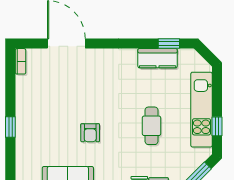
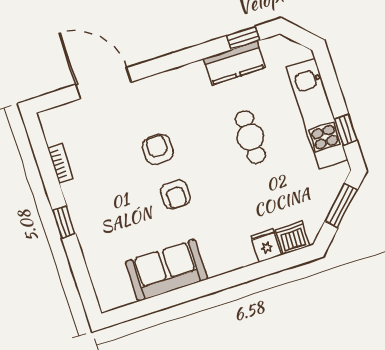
bookcase: (21, 61) -> (60, 163), moved
armchair: (88, 99) -> (158, 149), added
cafe table: (152, 126) -> (250, 137), moved

